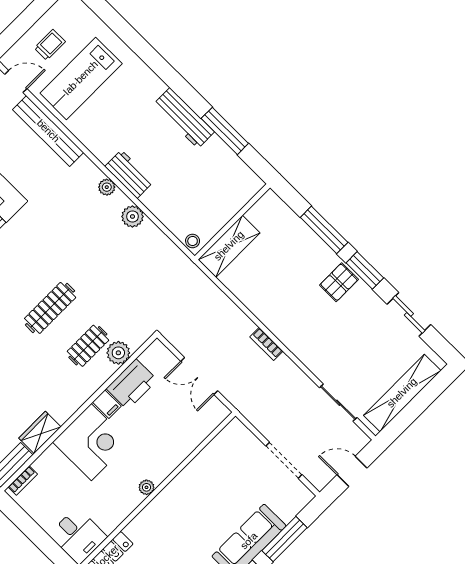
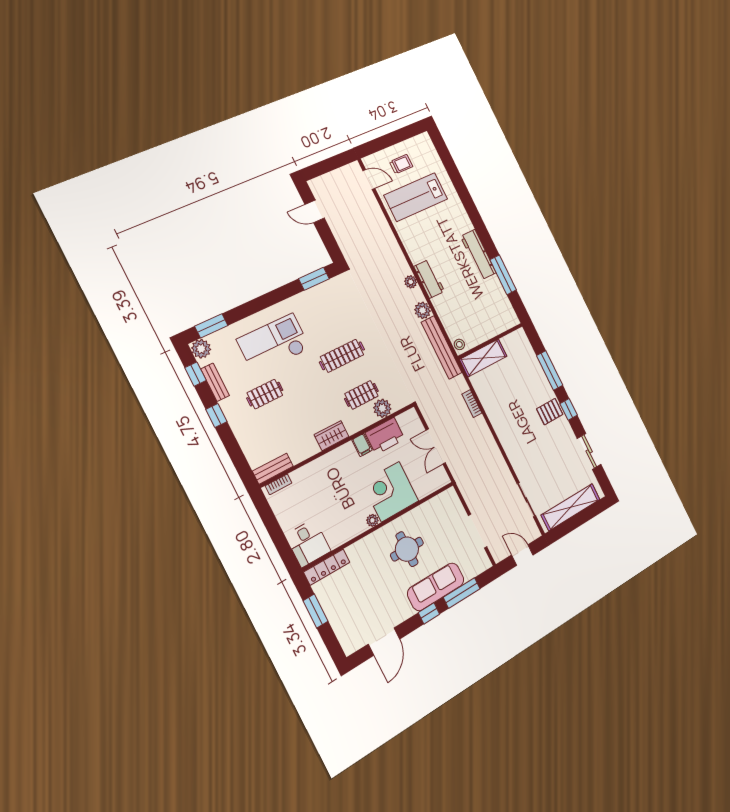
bench: (48, 131) -> (442, 348), moved
window: (365, 270) -> (569, 409), width x0.67
bookcase: (266, 344) -> (472, 404), moved
wardrobe: (40, 432) -> (332, 436), moved
corner desk: (91, 442) -> (390, 492), moved, turned 180
round table: (199, 508) -> (407, 549), added

